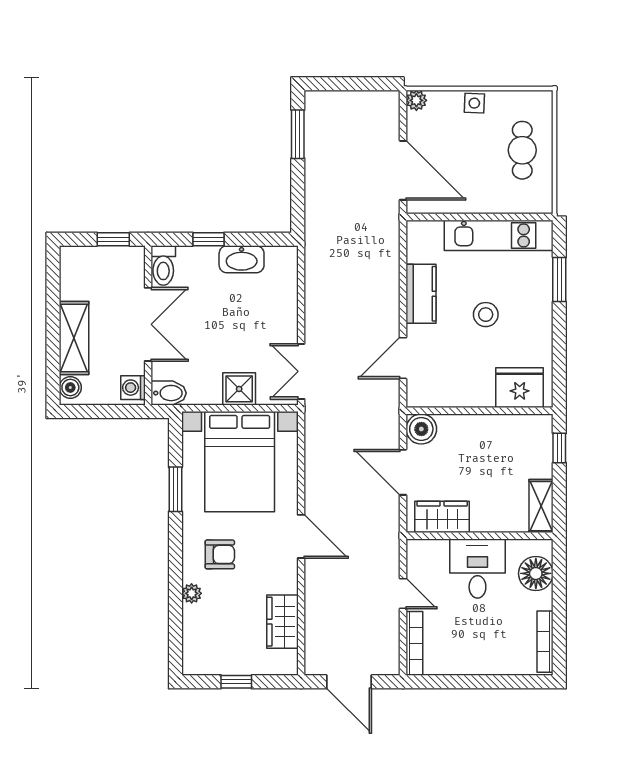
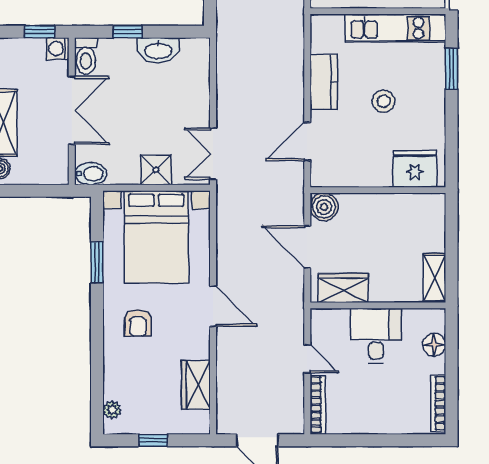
washing machine: (133, 388) -> (58, 49), moved
window: (559, 448) -> (452, 224), removed
armchair: (220, 554) -> (138, 323), turned 90
floor lamp: (536, 573) -> (434, 345), width x0.73, depth x0.73
plant: (192, 593) -> (112, 410), moved

